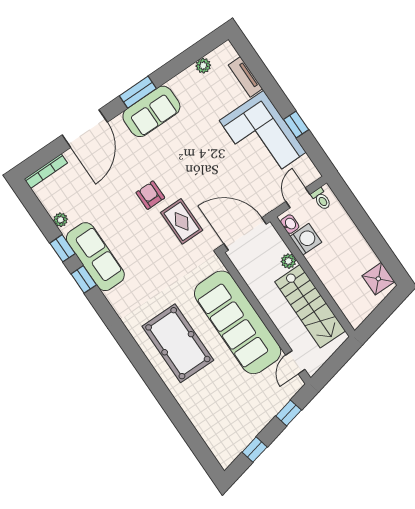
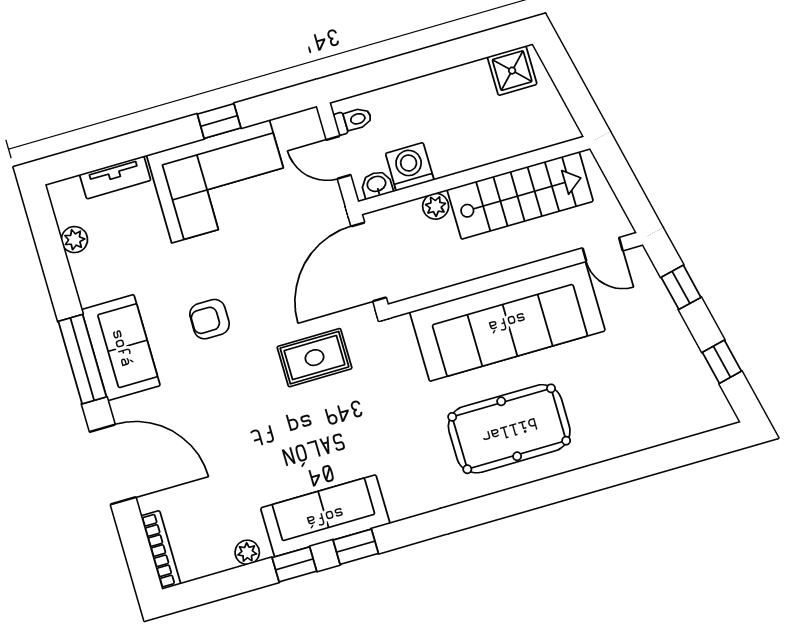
window: (138, 92) -> (82, 359), width x1.44
armchair: (150, 195) -> (210, 319), moved

